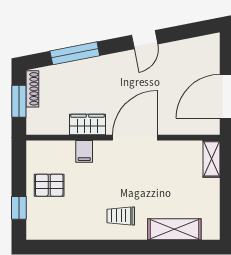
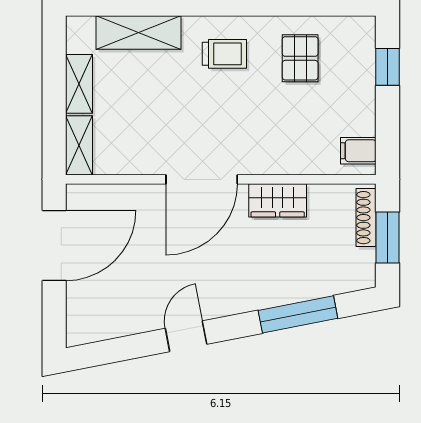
shoe rack: (32, 89) -> (366, 218), moved
filing cabinet: (84, 151) -> (358, 151), moved, turned -90
pallet: (49, 185) -> (300, 58), moved, turned 90
shelving: (211, 197) -> (79, 84), added

